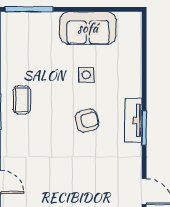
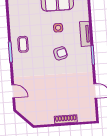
tv unit: (133, 120) -> (85, 34), moved

